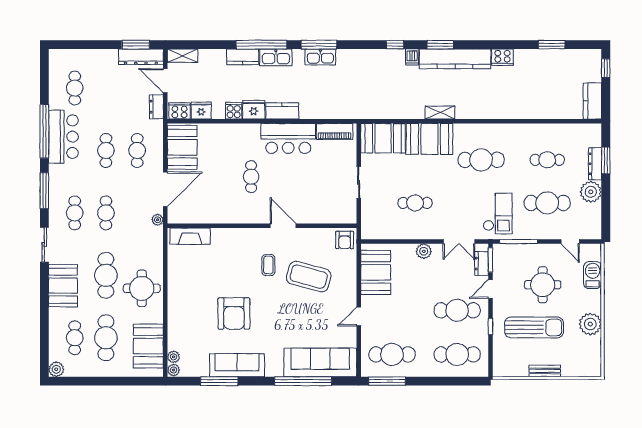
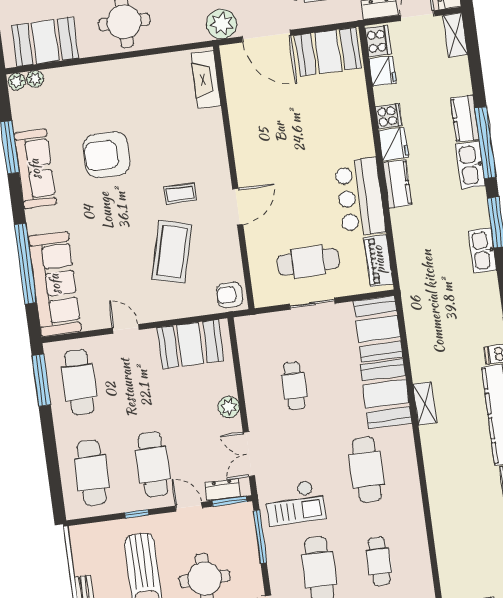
kitchen sink: (320, 57) -> (483, 250), moved
cafe table: (251, 177) -> (308, 262), moved, width x1.37, depth x1.35
plant: (158, 220) -> (222, 24), width x1.88, depth x1.88

